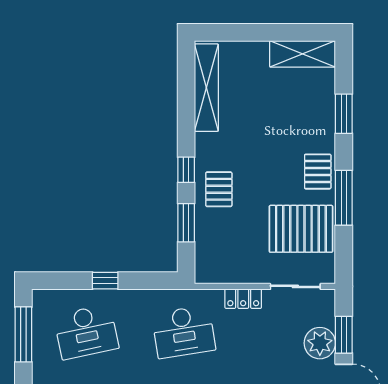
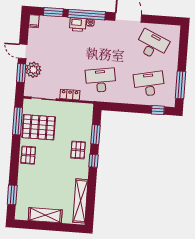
shelving: (303, 54) -> (45, 215), moved
window: (344, 114) -> (12, 195), moved
window: (344, 198) -> (18, 121), moved
window: (105, 281) -> (158, 110), moved

